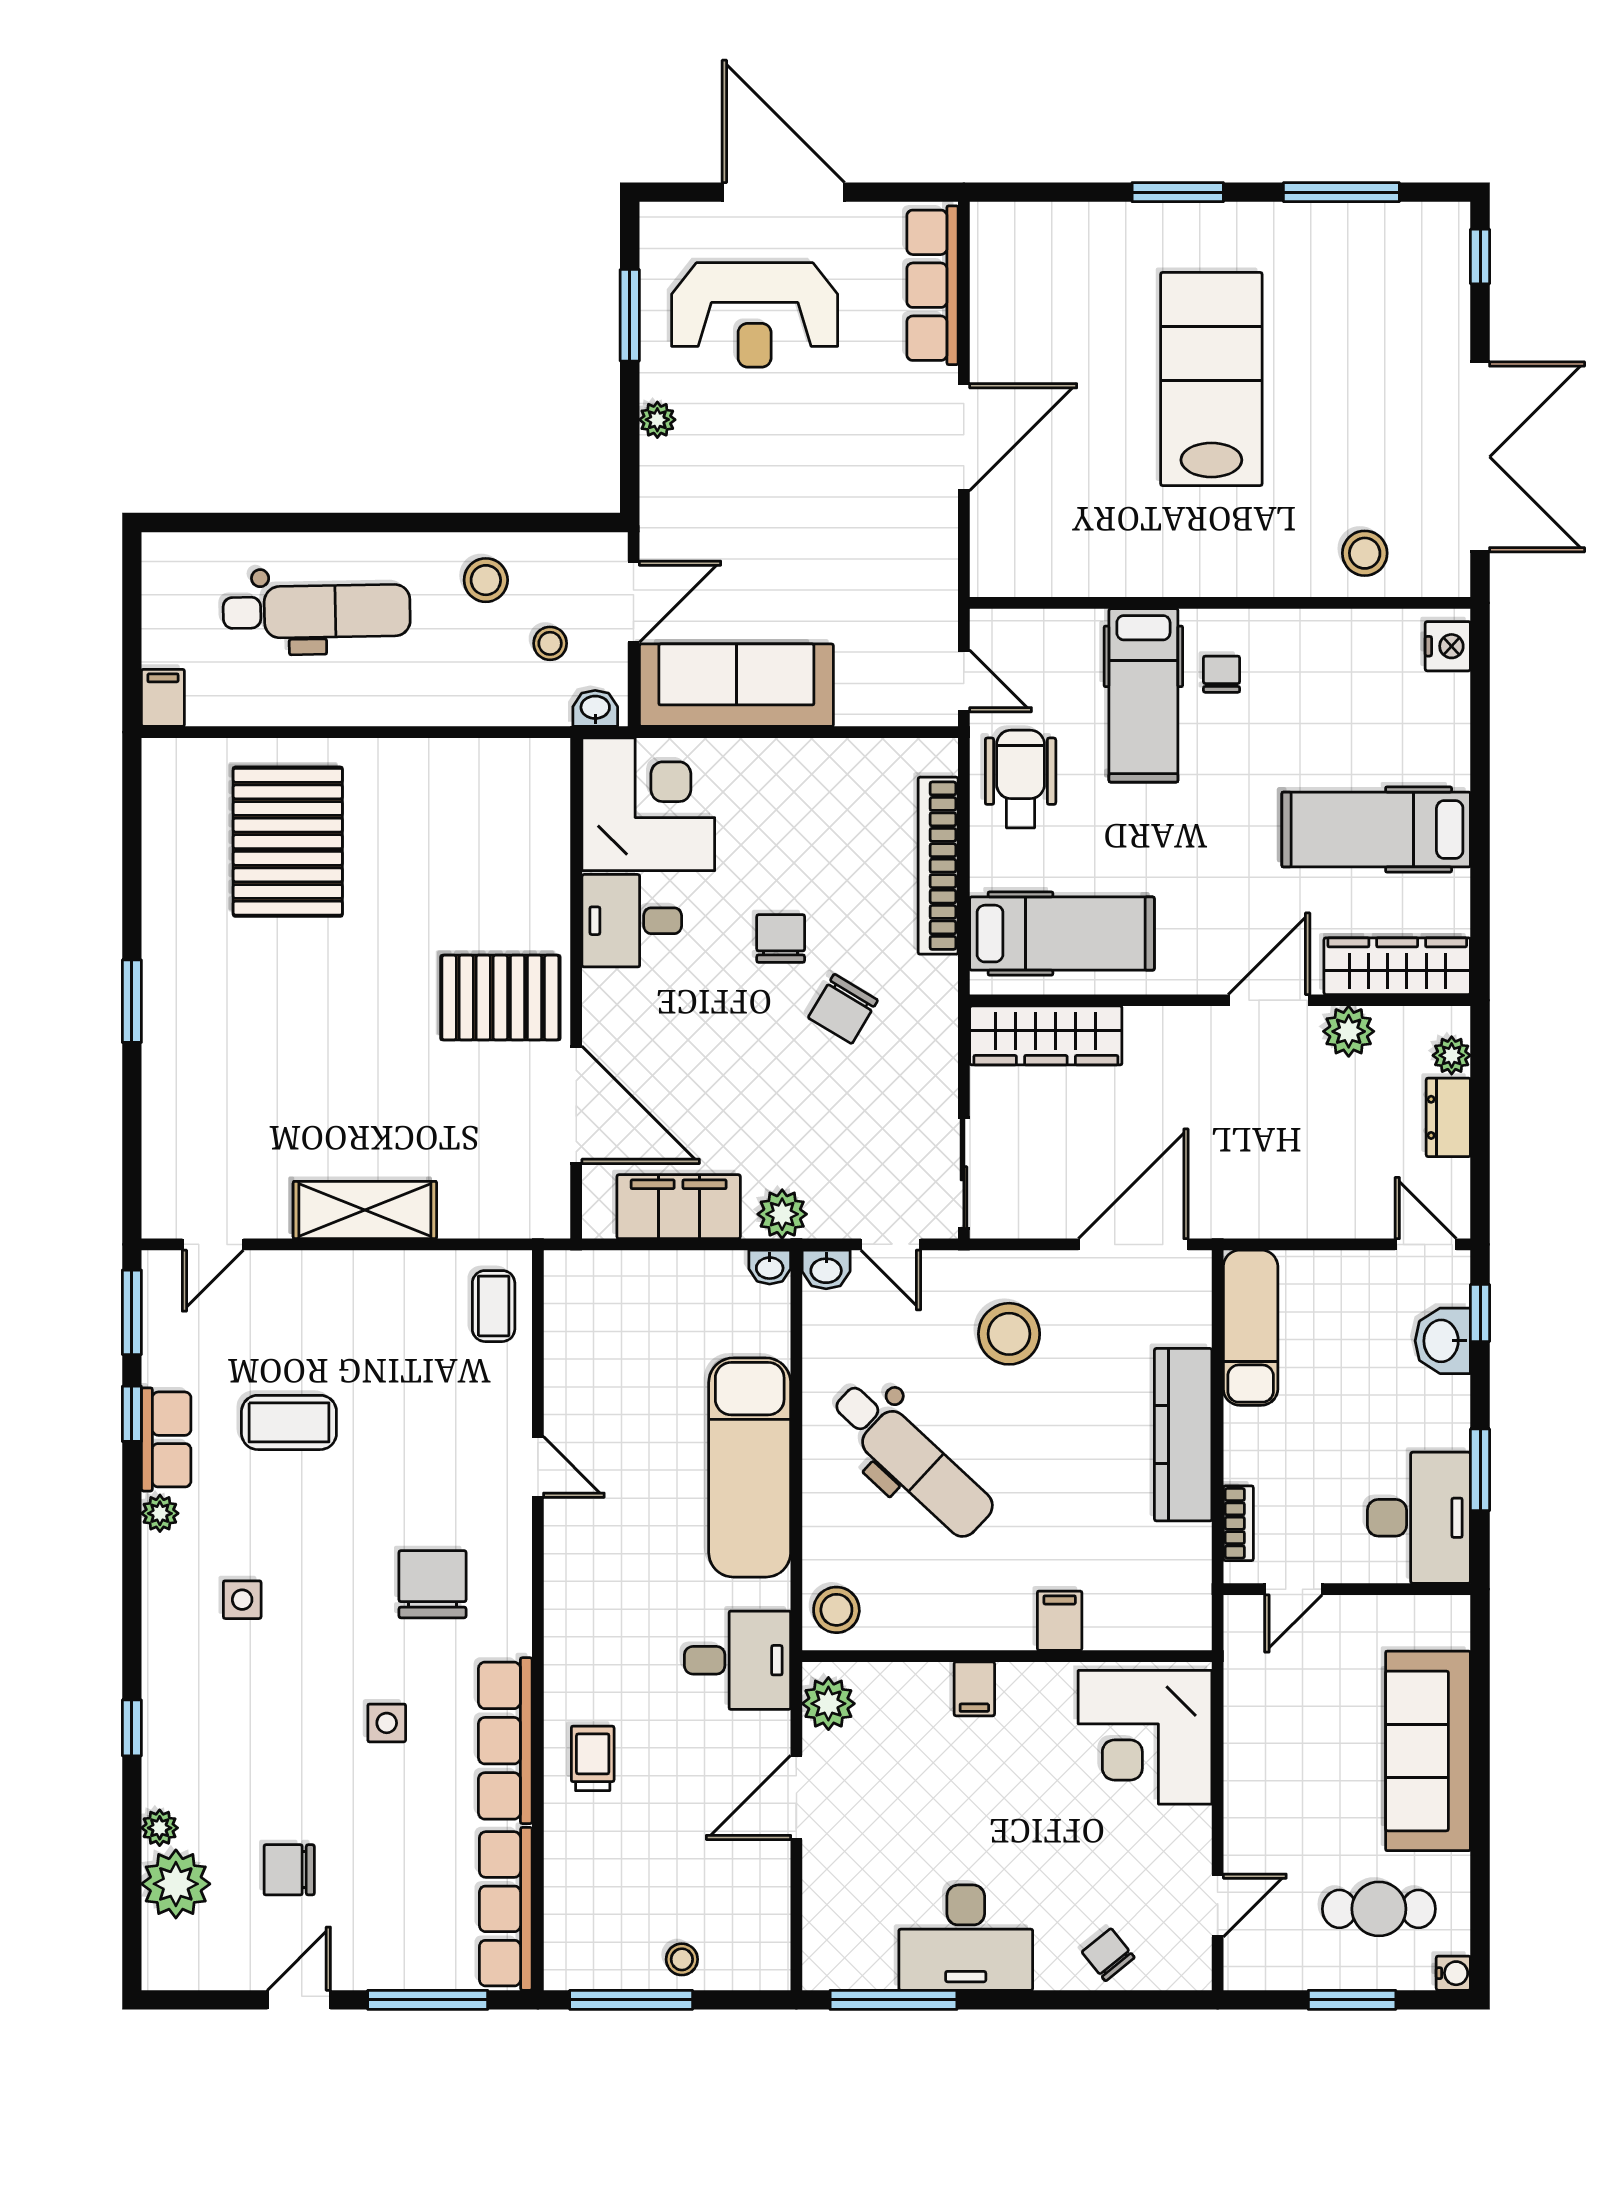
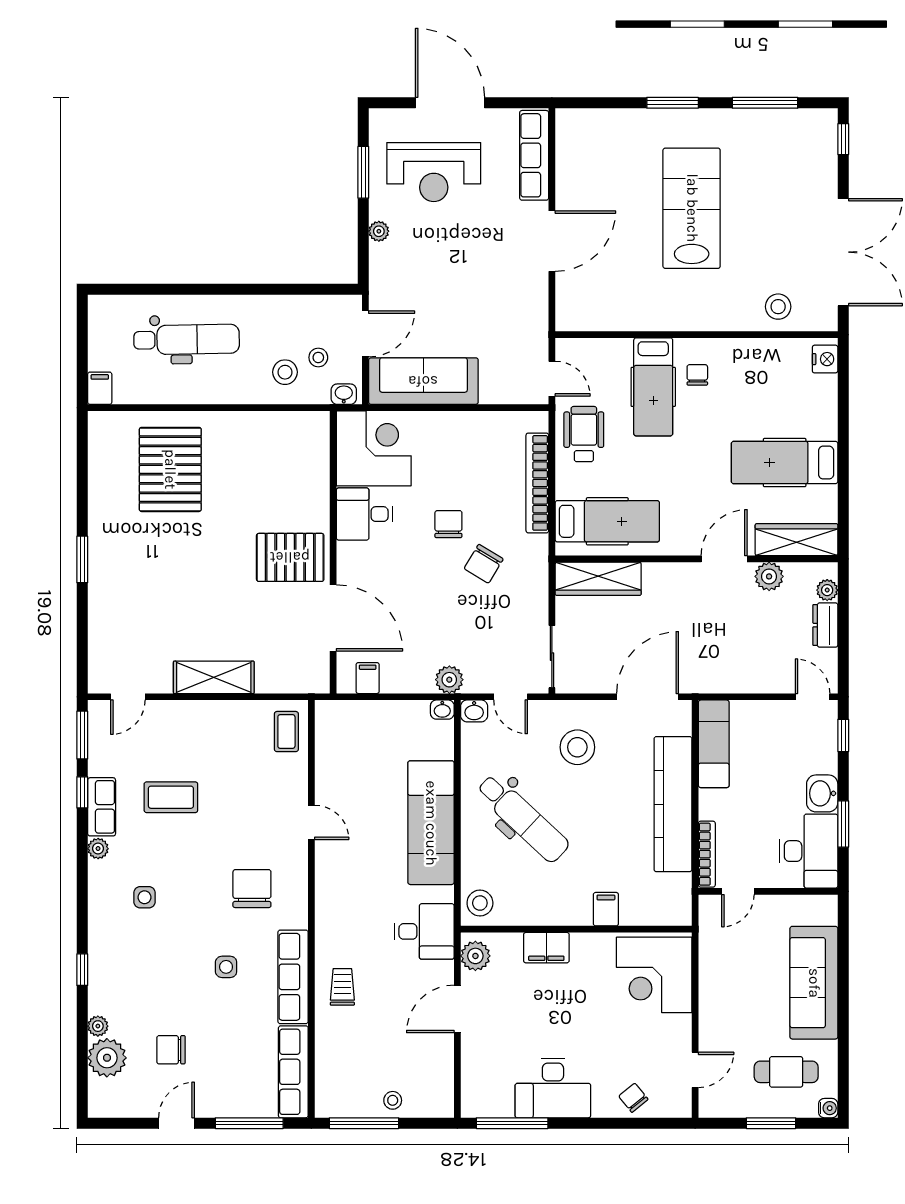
stool: (486, 580) -> (285, 372), moved
filing cabinet: (679, 1207) -> (368, 678), width x0.33, depth x0.86
washbasin: (1443, 1341) -> (822, 793), moved
kitchen counter: (1183, 1435) -> (673, 804), width x1.39, depth x1.17
bookcase: (1238, 1523) -> (707, 854), width x1.56
filing cabinet: (974, 1689) -> (546, 948), width x2.00

